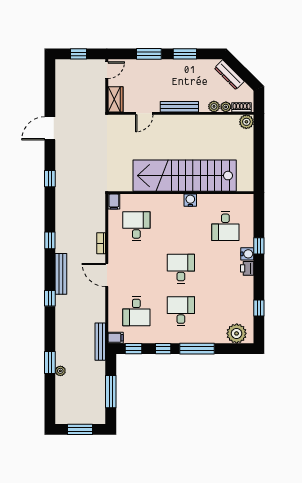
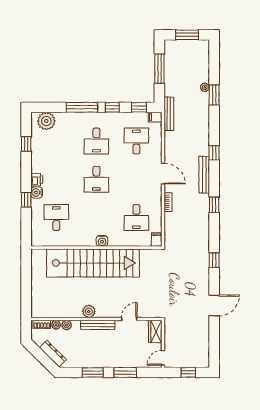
plant: (246, 122) -> (89, 311), moved
water cooler: (190, 200) -> (102, 241), moved

